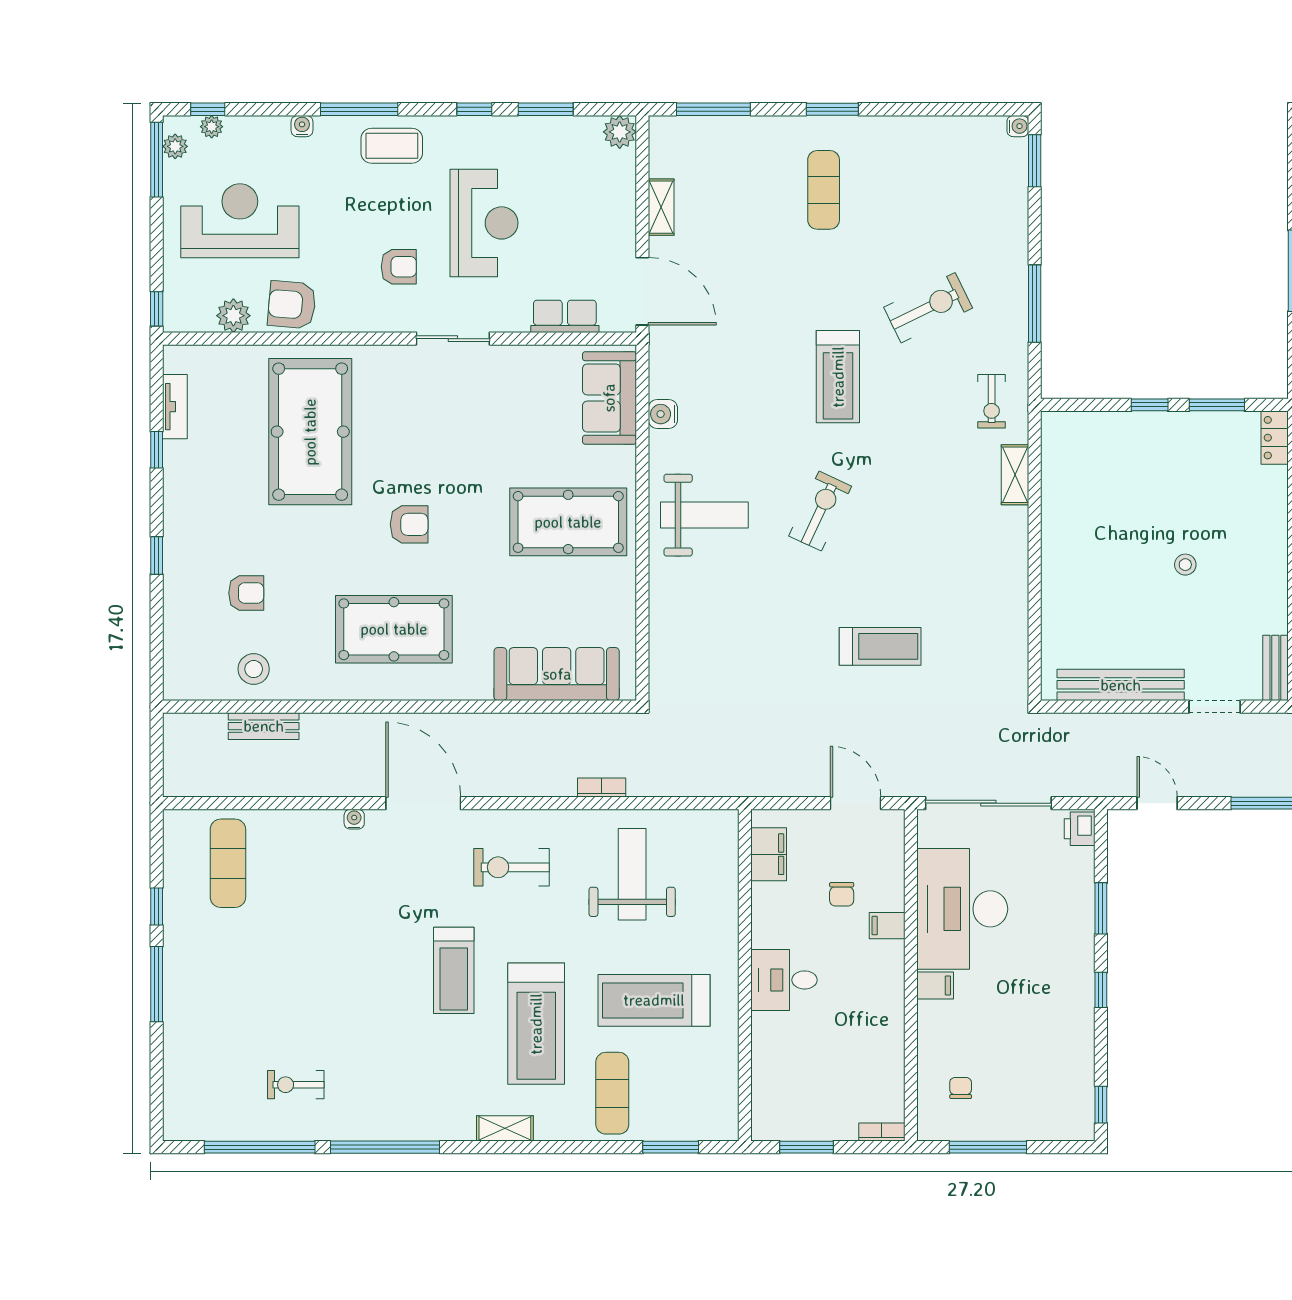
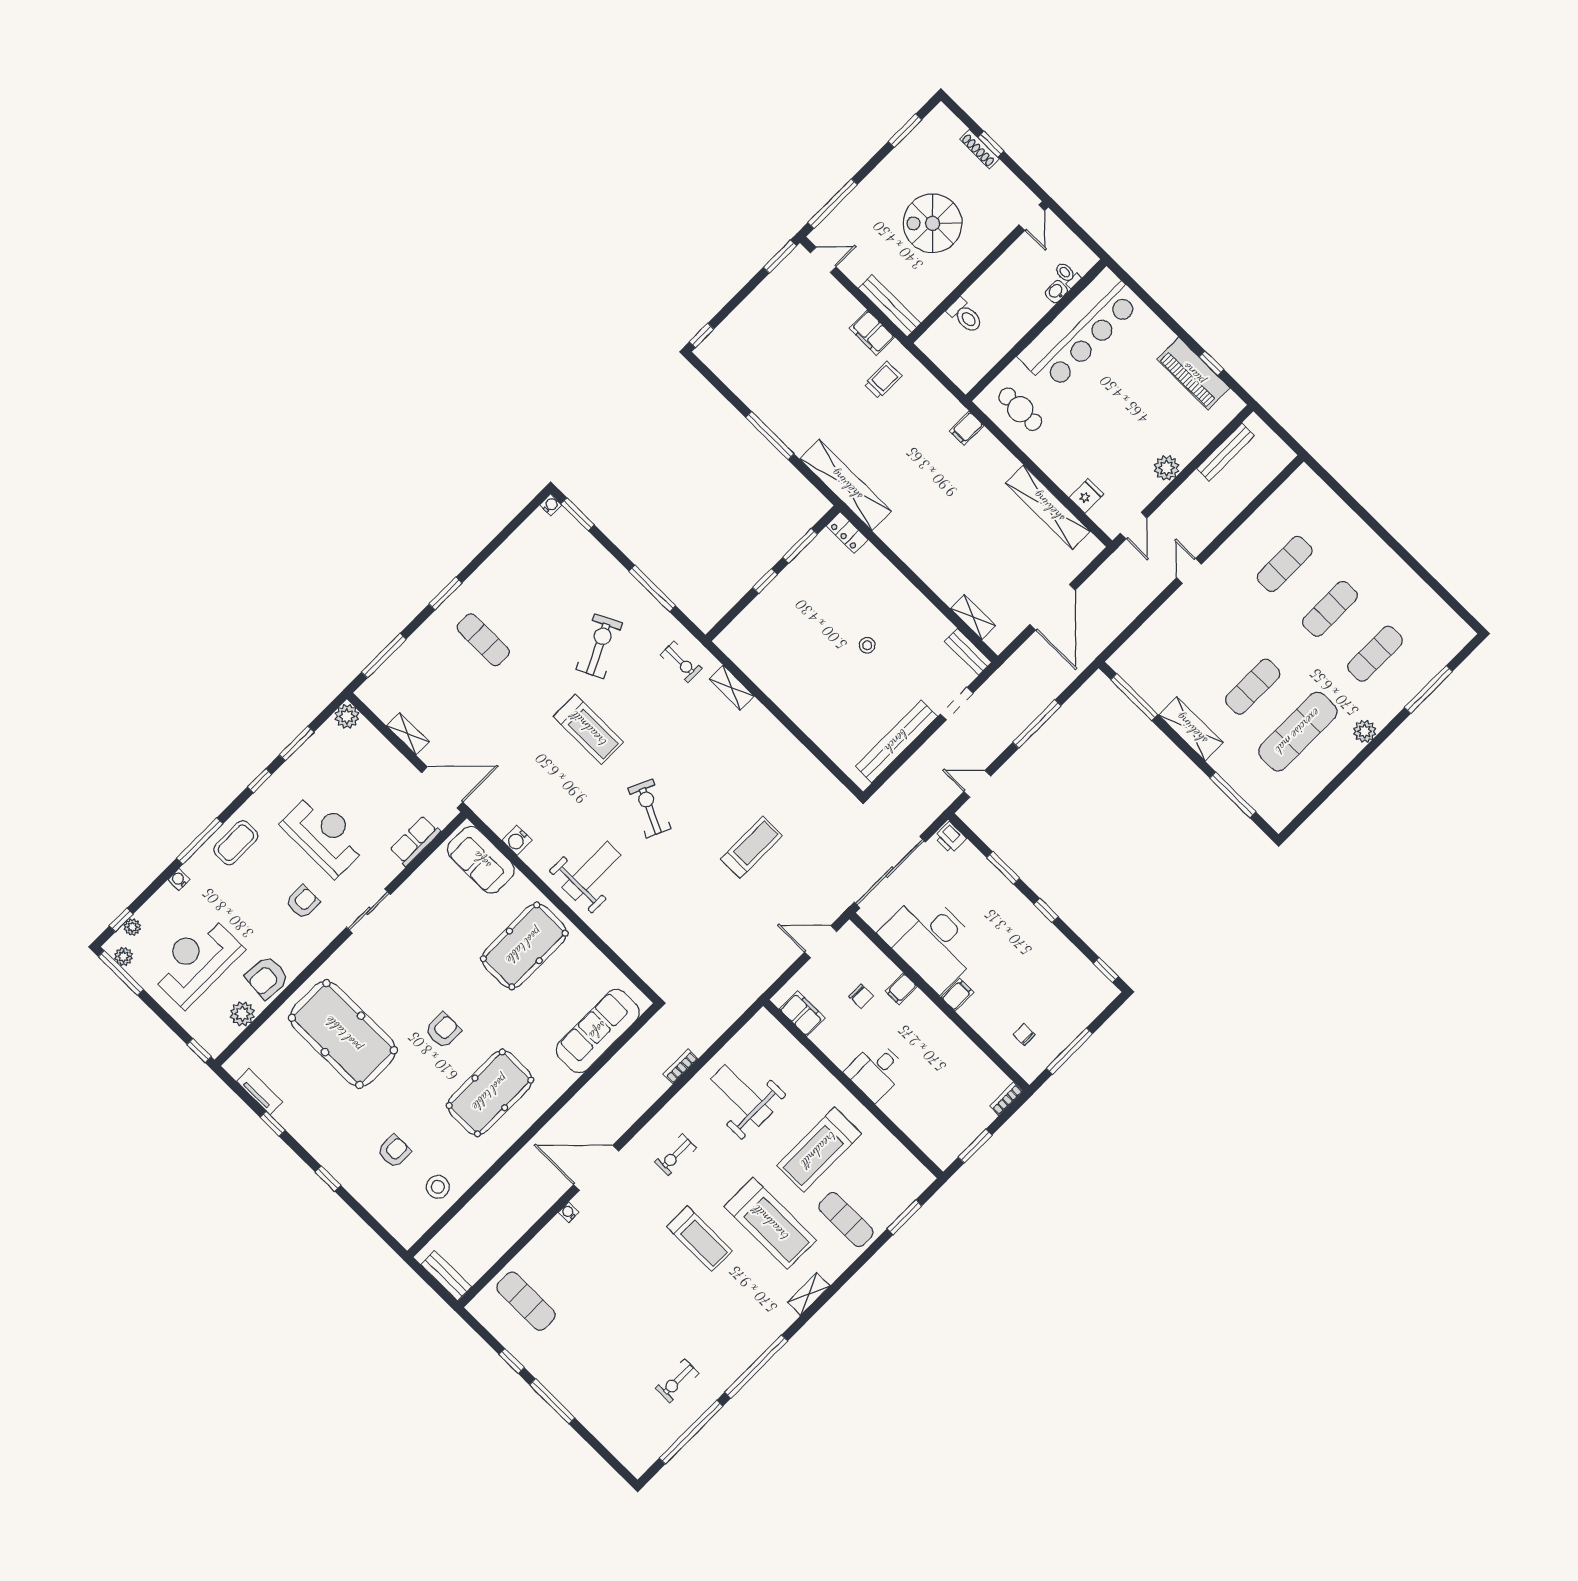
bench: (264, 726) -> (446, 1276), moved, turned 90
exercise bike: (512, 867) -> (675, 1155), width x0.73, depth x0.72

